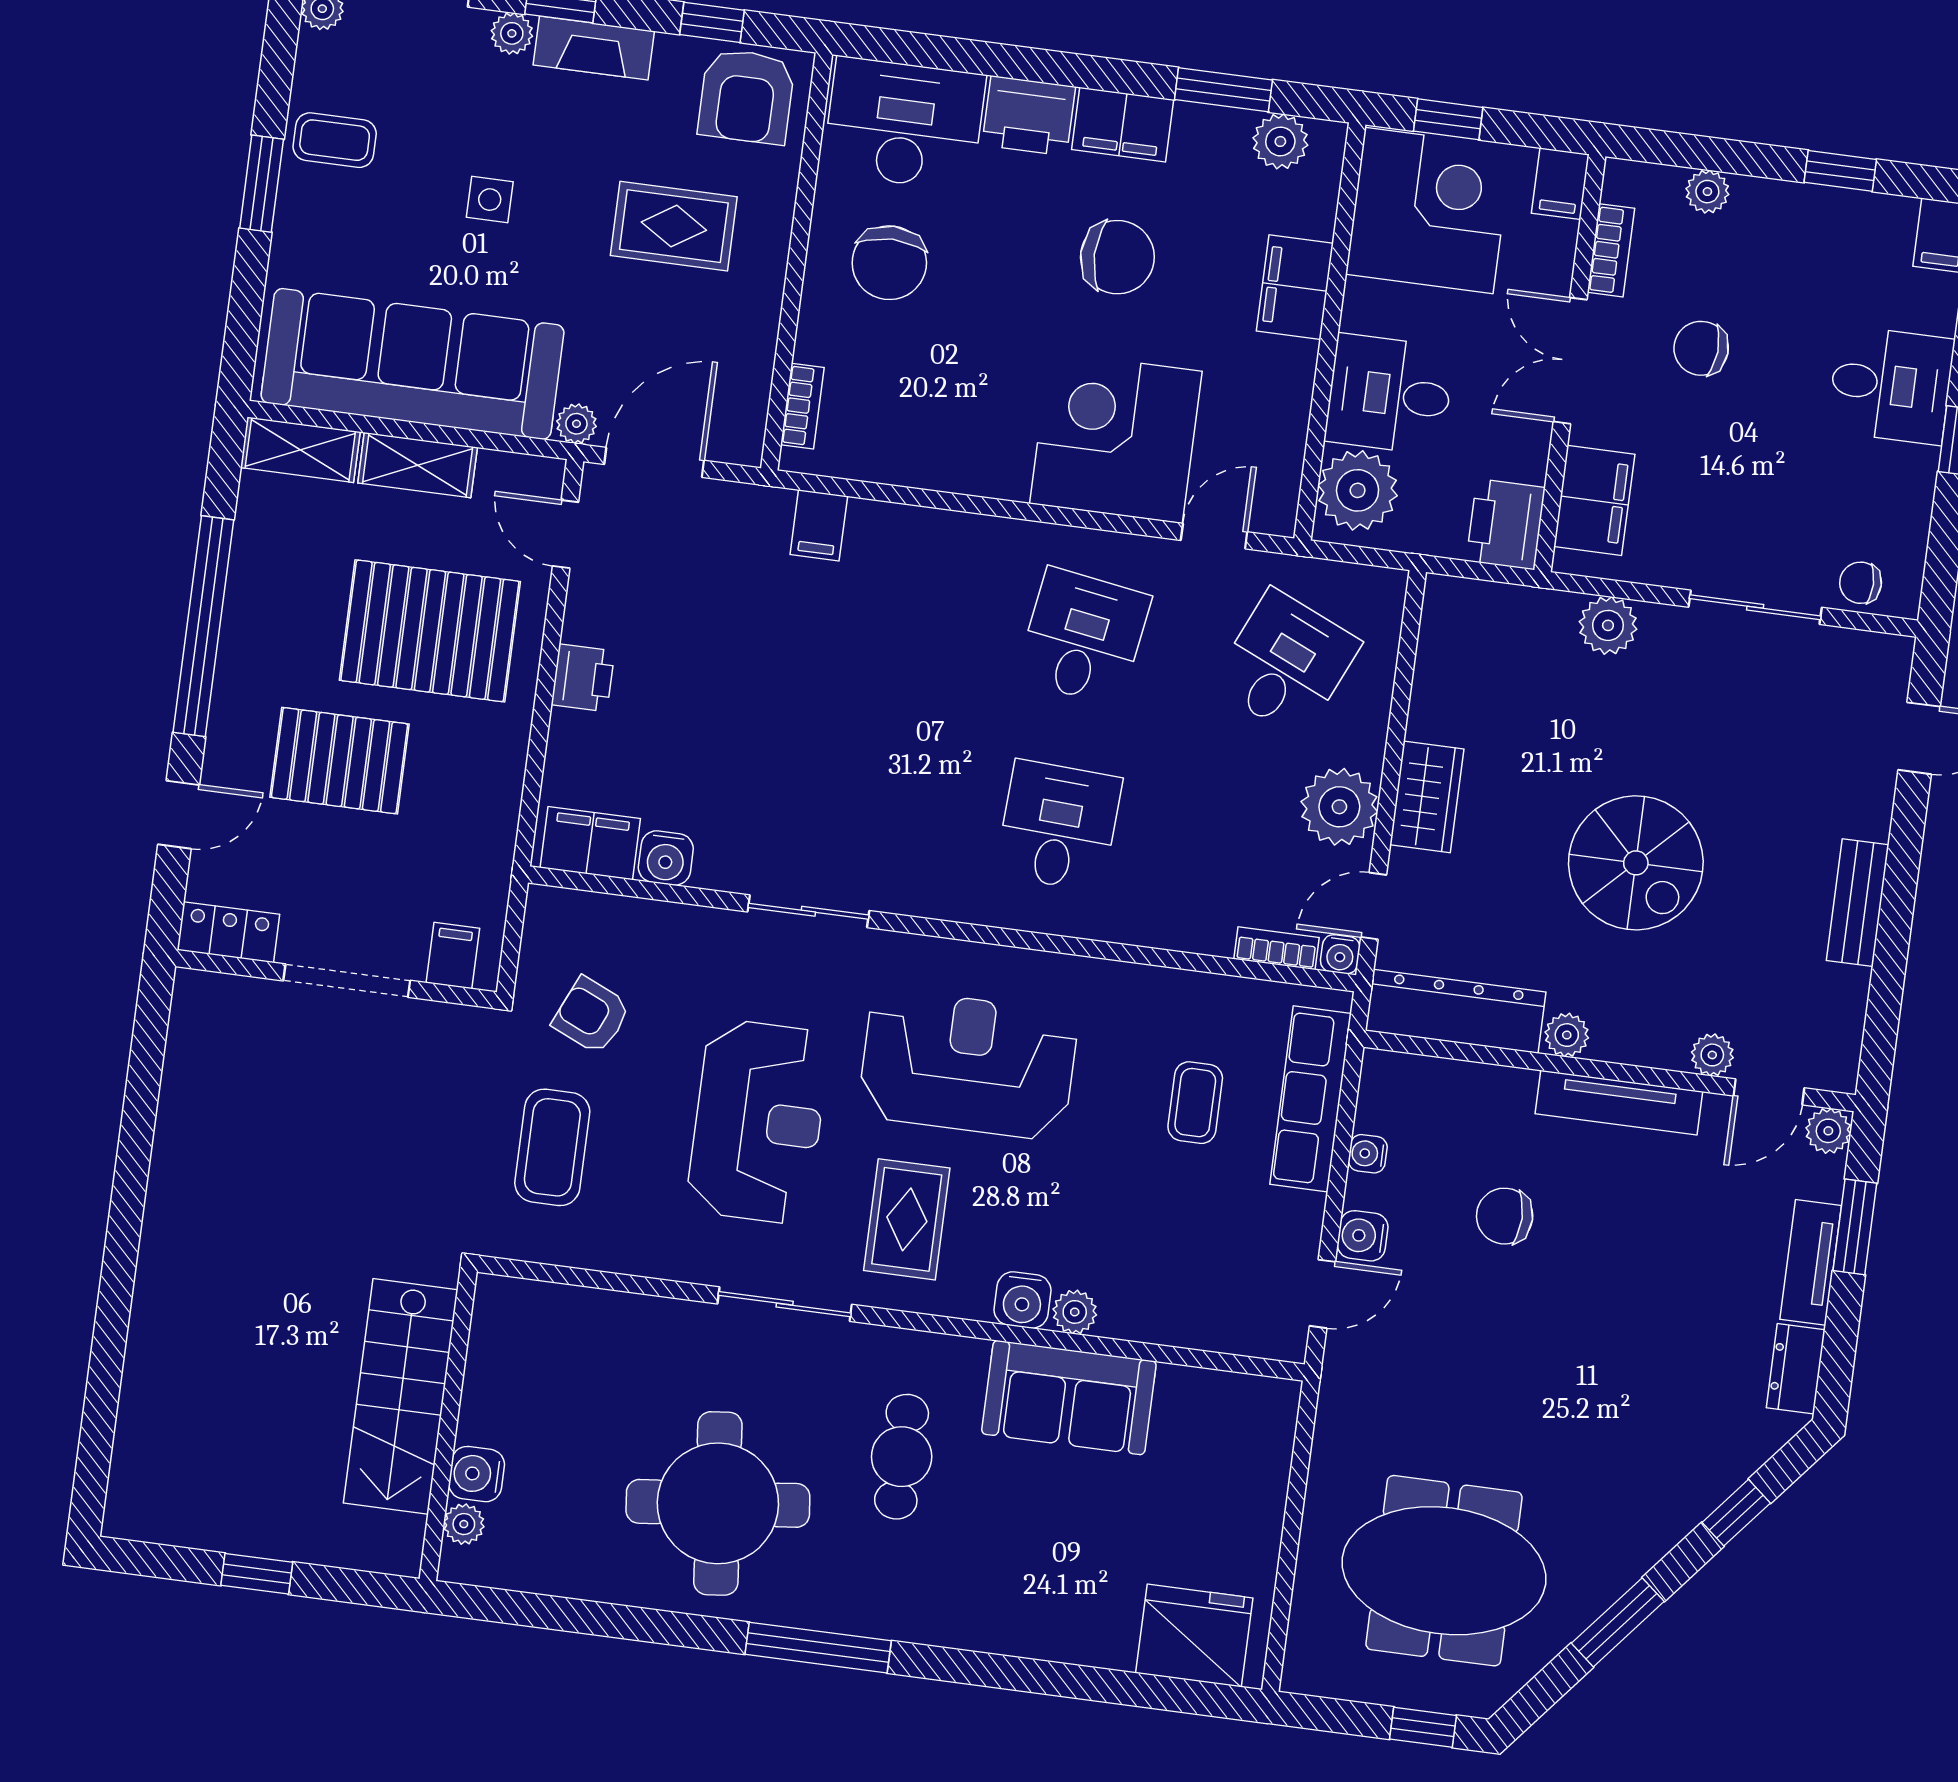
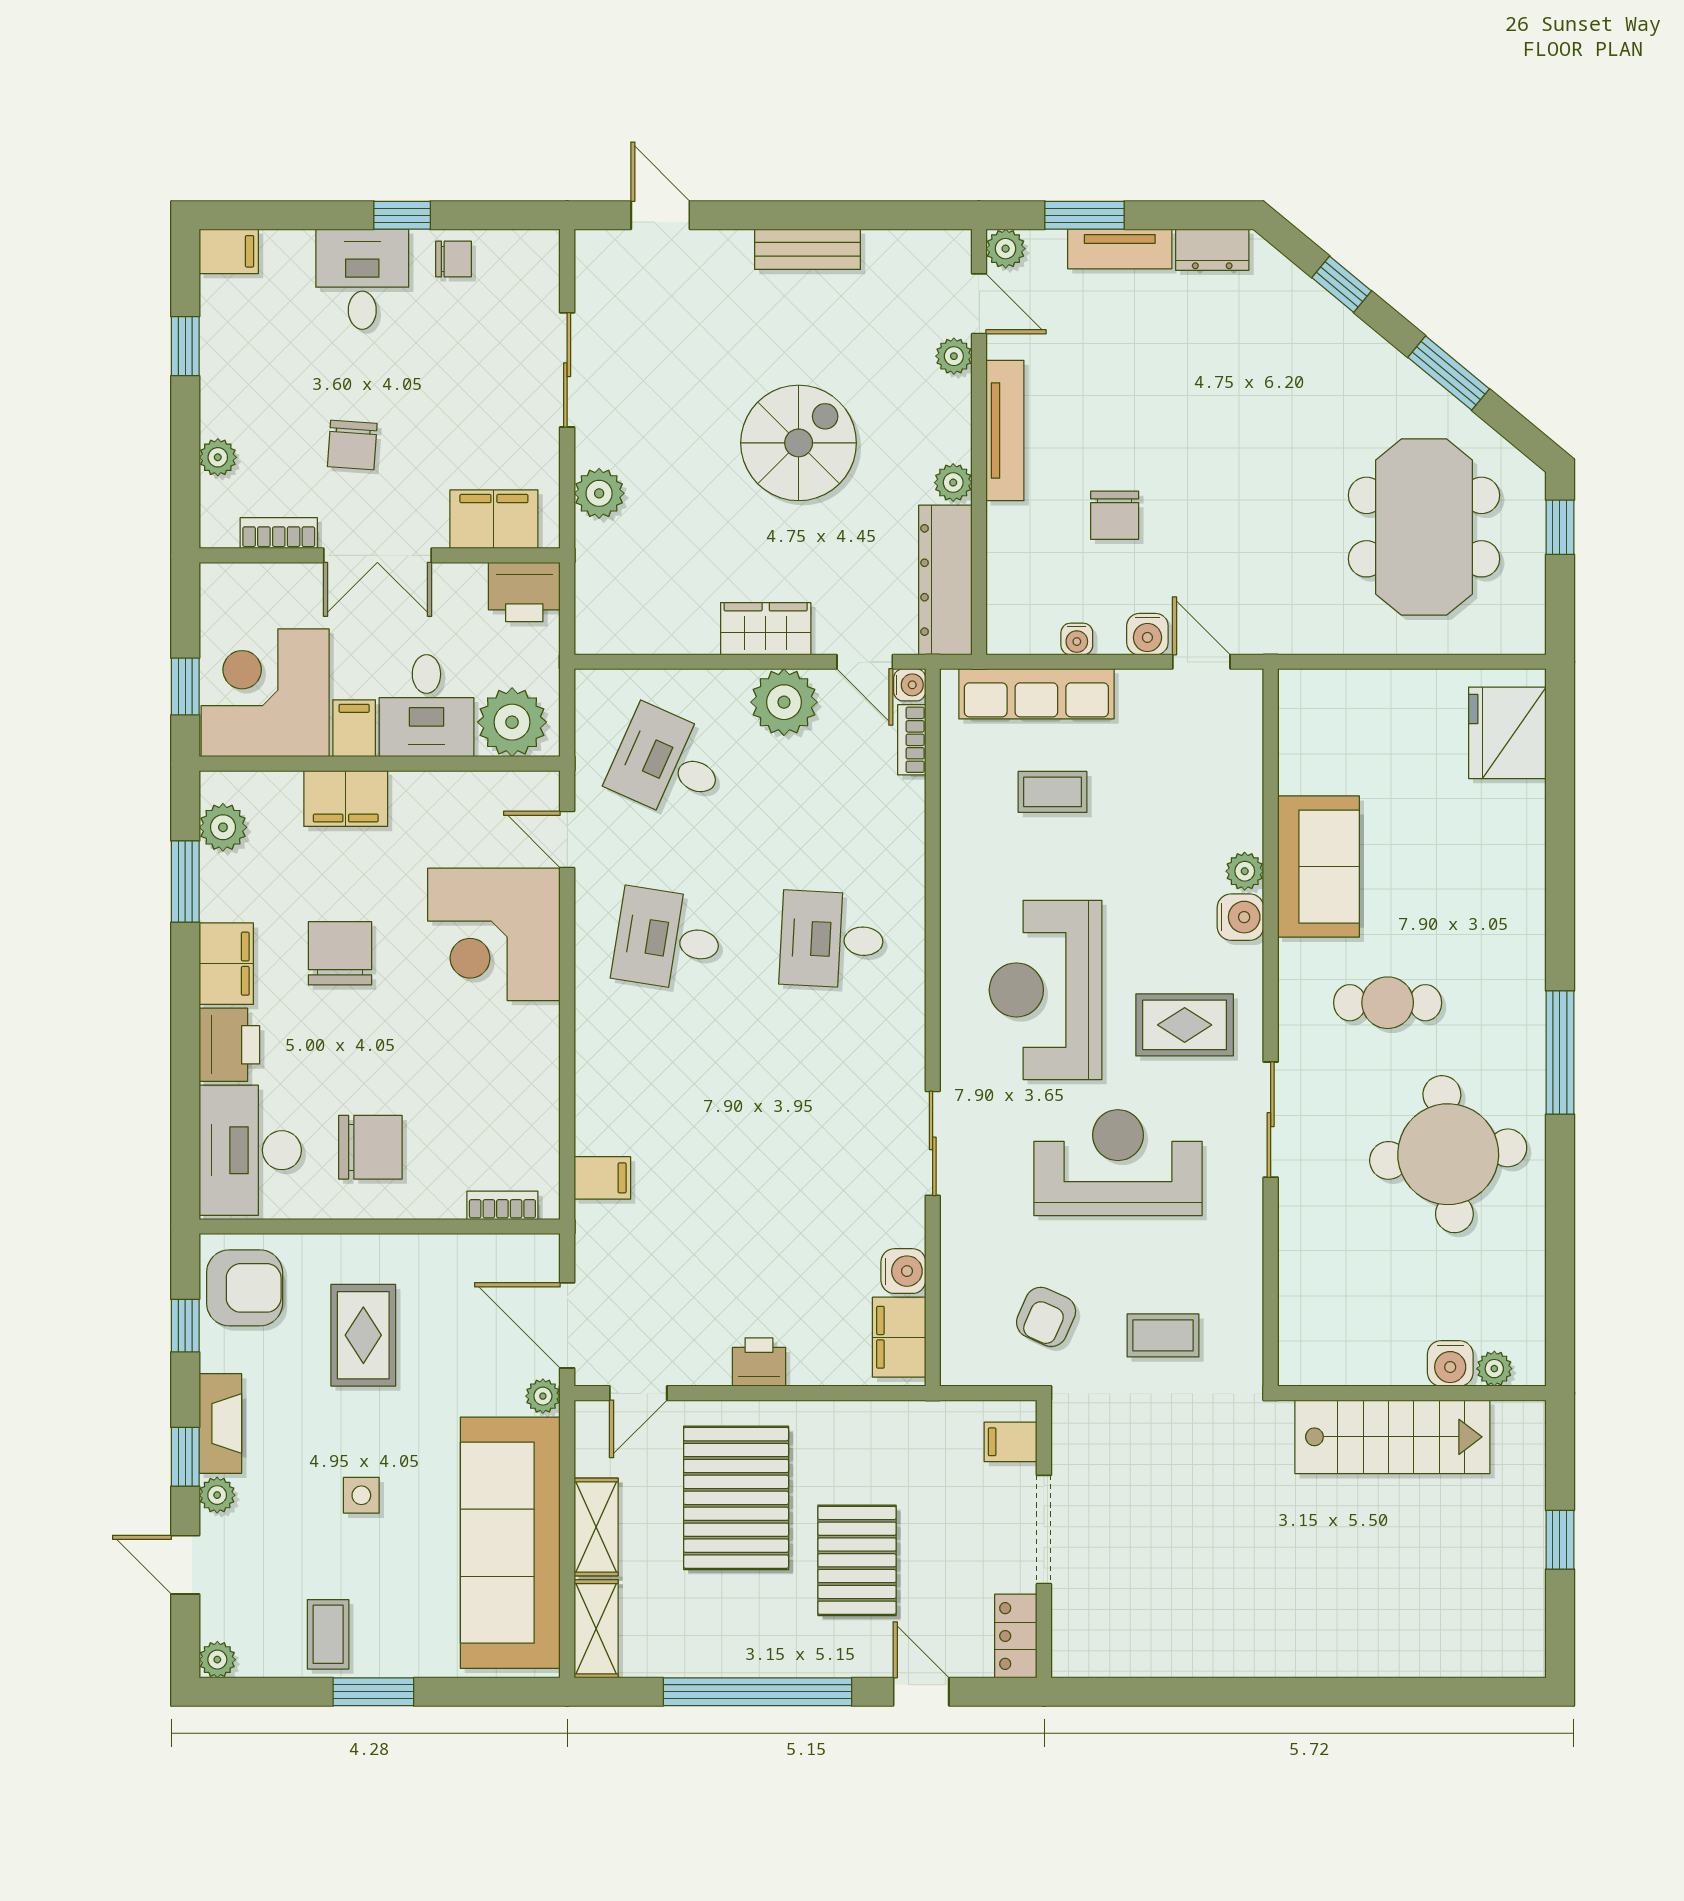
filing cabinet: (1560, 184) -> (354, 728), moved, turned -90
chair: (1861, 583) -> (454, 259), moved, turned -90
coffee table: (552, 1147) -> (1163, 1335), width x0.73, depth x0.77

